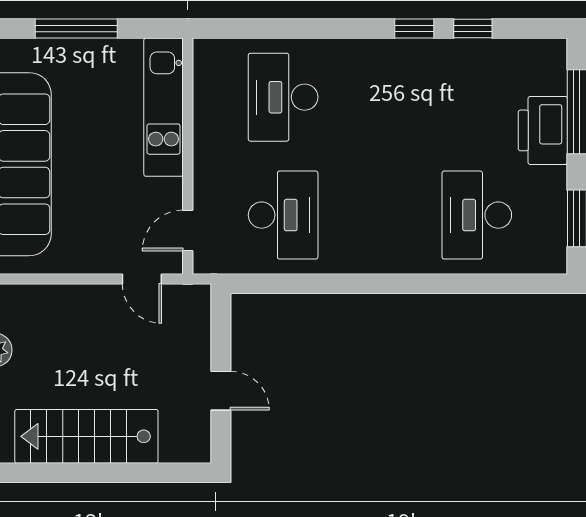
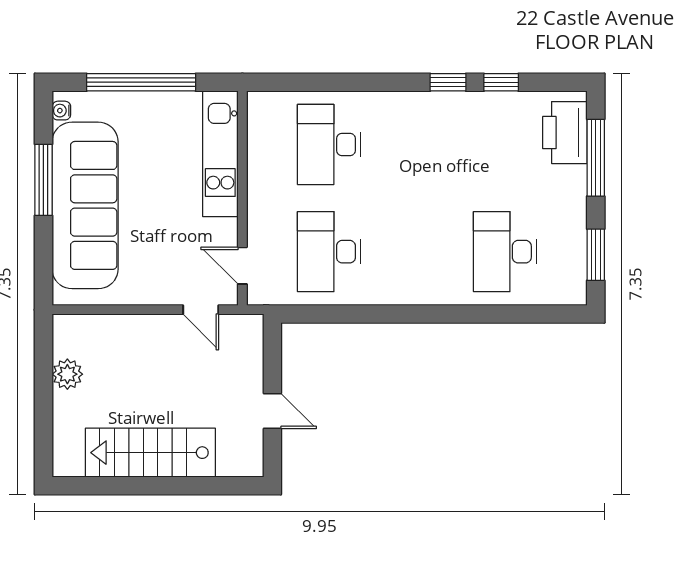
window: (76, 29) -> (141, 82), width x1.46
printer: (543, 130) -> (565, 133), moved
desk: (283, 215) -> (329, 252), turned 180
door: (188, 230) -> (242, 266), hinge flipped

